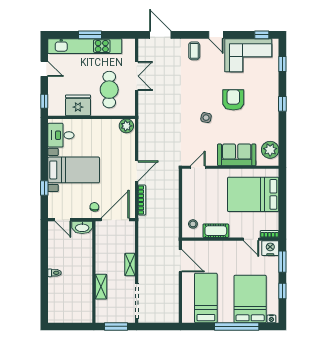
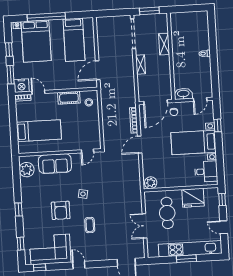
coffee table: (194, 51) -> (90, 225), moved
bed: (253, 194) -> (39, 131), width x0.67
door: (63, 220) -> (200, 99), swing flipped
door: (180, 261) -> (98, 70), hinge flipped

